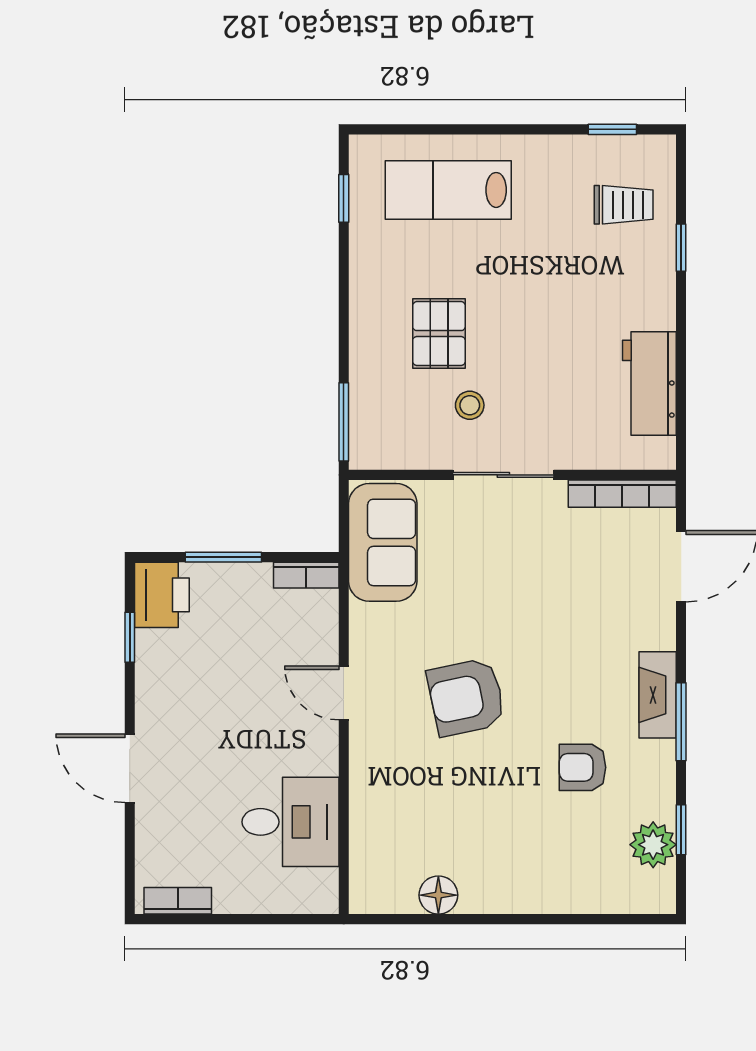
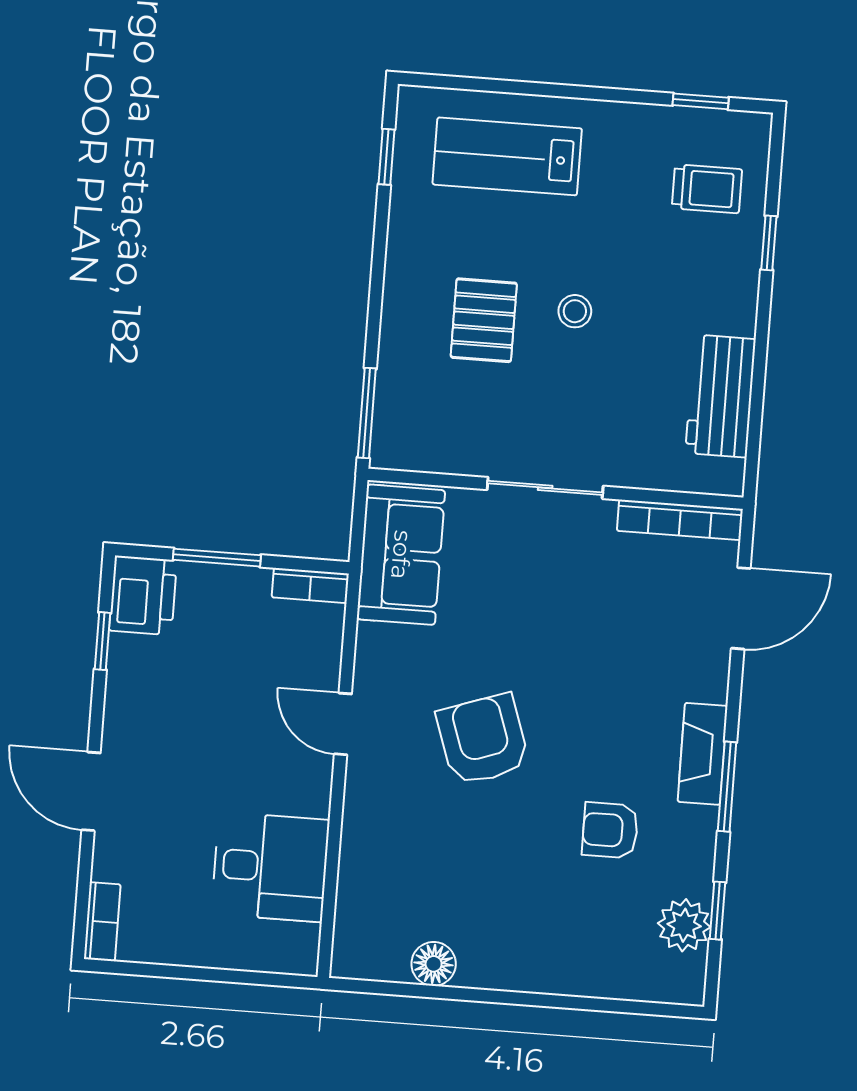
stool: (470, 405) -> (575, 311), moved
armchair: (466, 697) -> (483, 740), turned 83
bookcase: (178, 901) -> (102, 922), moved, turned 90

